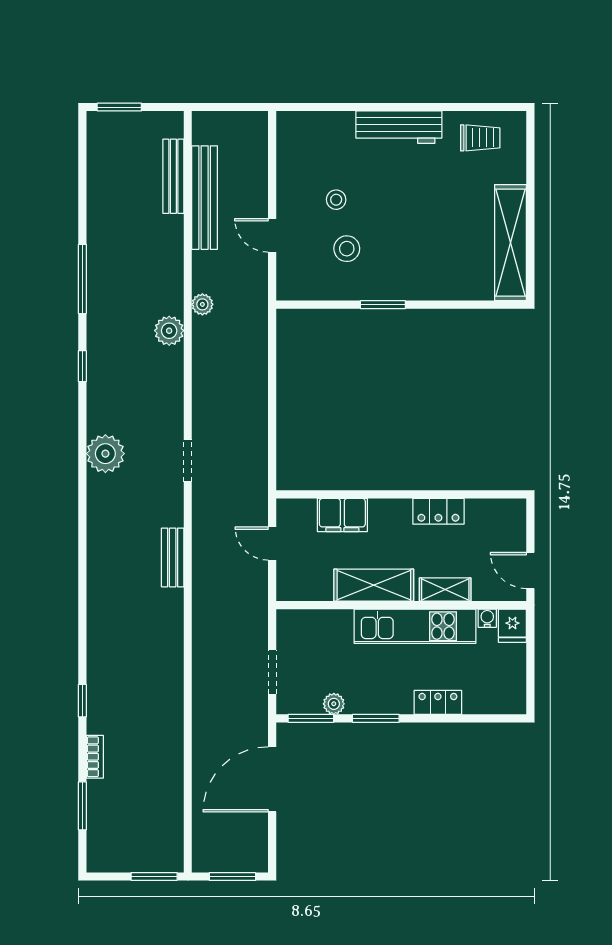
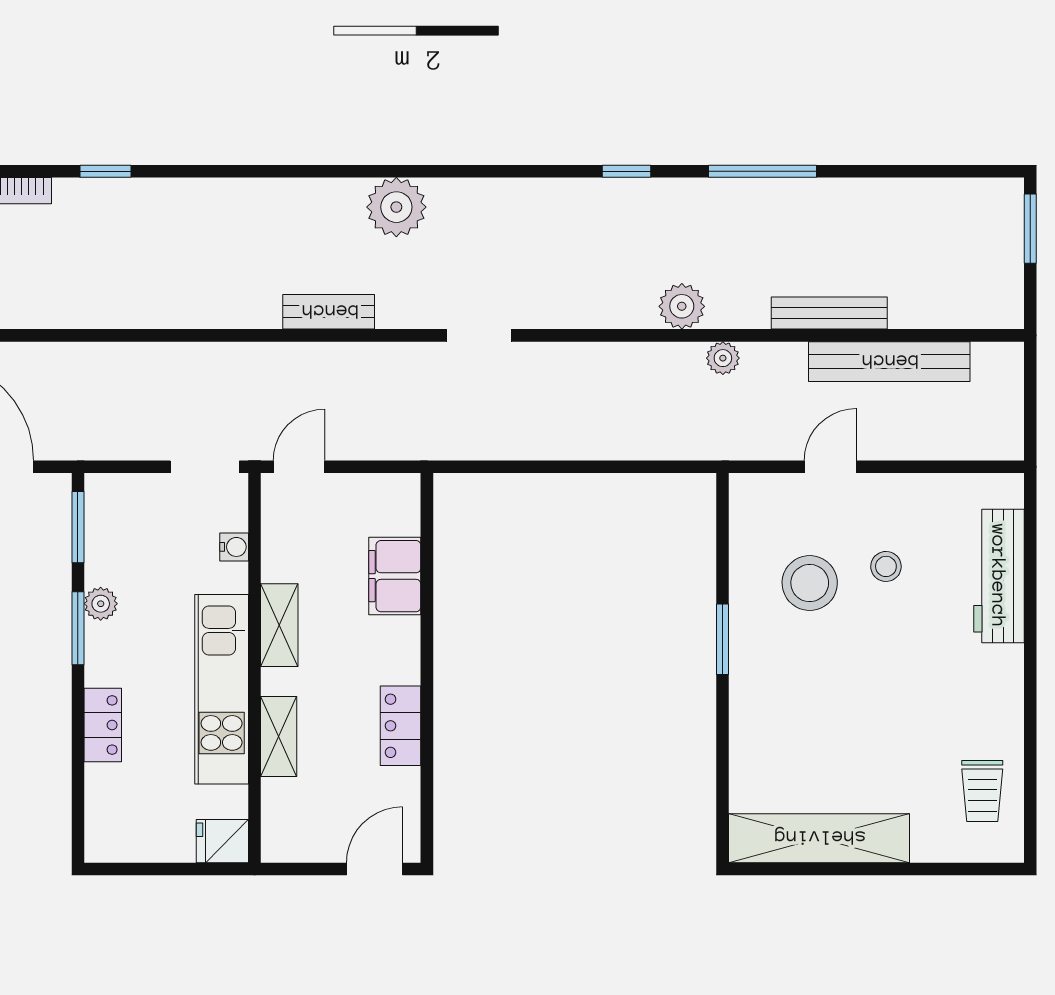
workbench: (399, 127) -> (999, 576), moved
bench: (173, 176) -> (829, 313), moved
stool: (347, 249) -> (810, 583), width x1.38, depth x1.38
plant: (105, 454) -> (396, 207), moved
door: (272, 544) -> (299, 467), moved
door: (530, 570) -> (375, 869), moved
shelving: (374, 585) -> (279, 625), width x0.67, depth x0.75
water cooler: (487, 618) -> (234, 547), moved
doorway: (272, 672) -> (205, 467), moved
plant: (334, 704) -> (101, 604), moved

